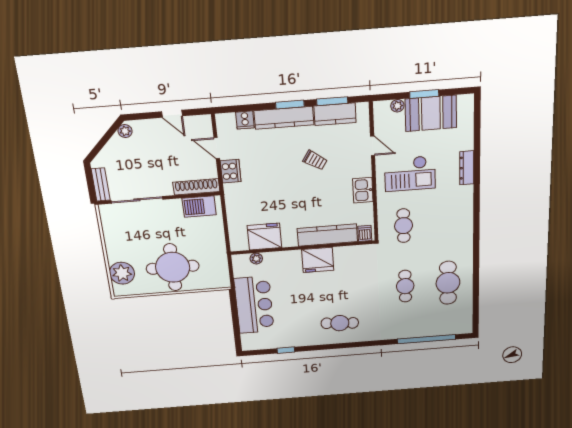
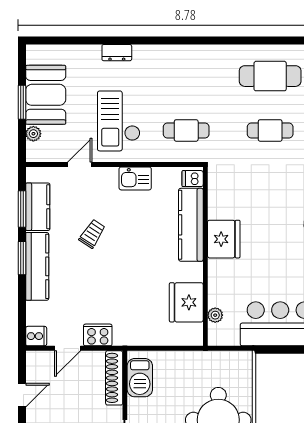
cooker: (245, 120) -> (36, 336), moved
dresser: (467, 168) -> (117, 53), width x0.70
checkout: (410, 174) -> (119, 121), turned 180

